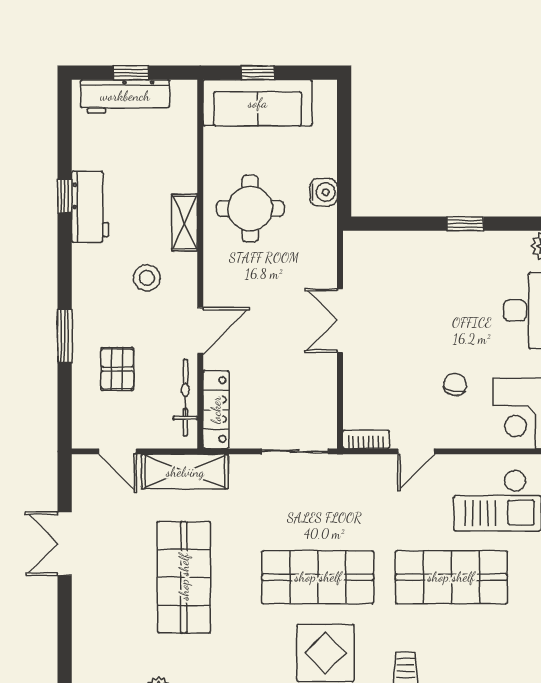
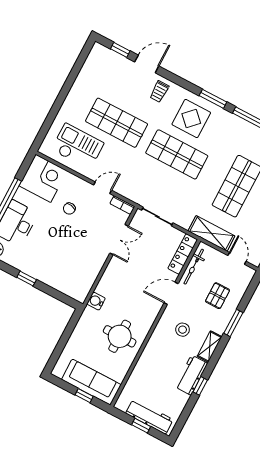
water cooler: (323, 192) -> (96, 301), moved
shelving: (185, 223) -> (210, 347), moved
double door: (340, 320) -> (119, 240), moved

